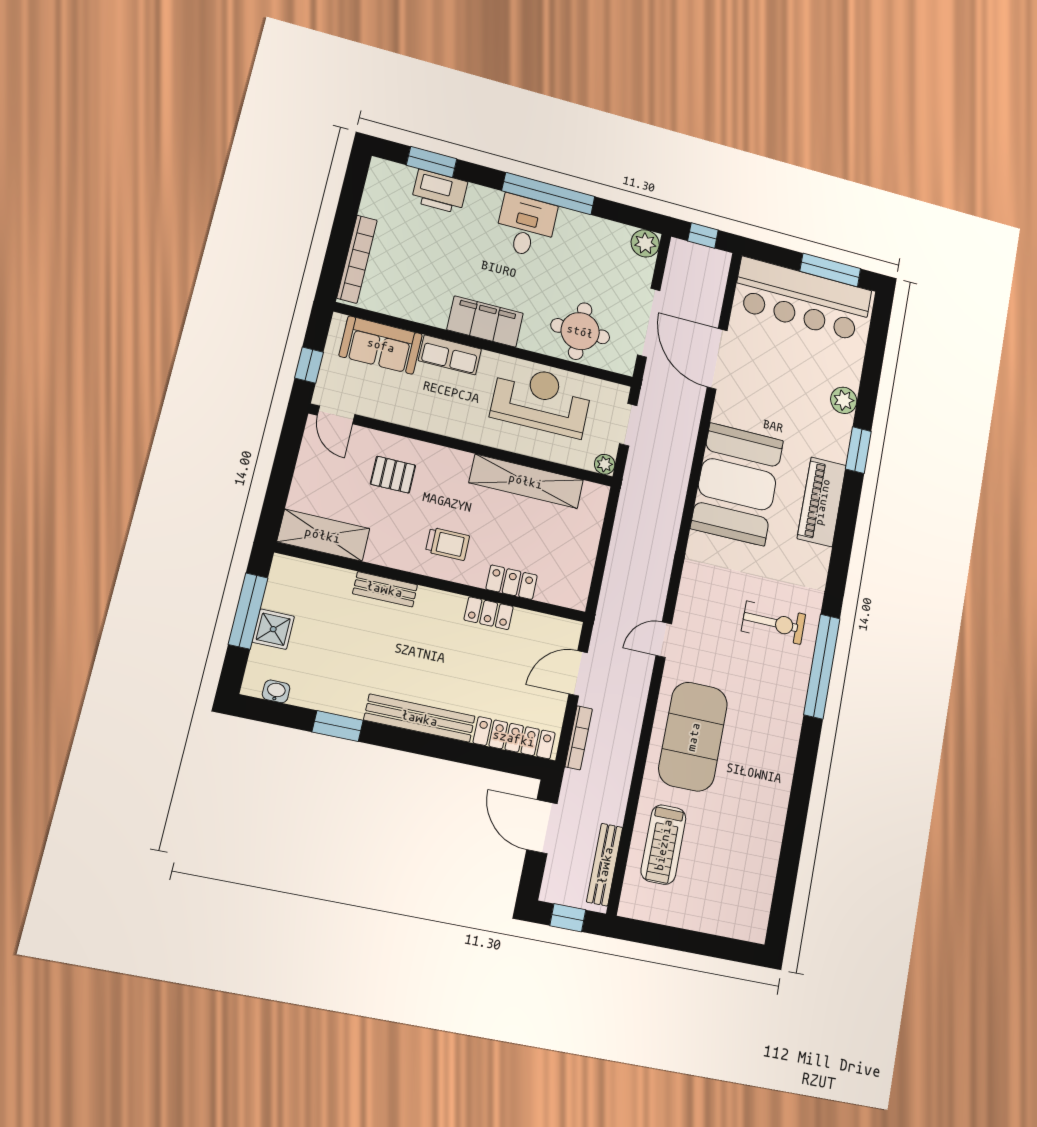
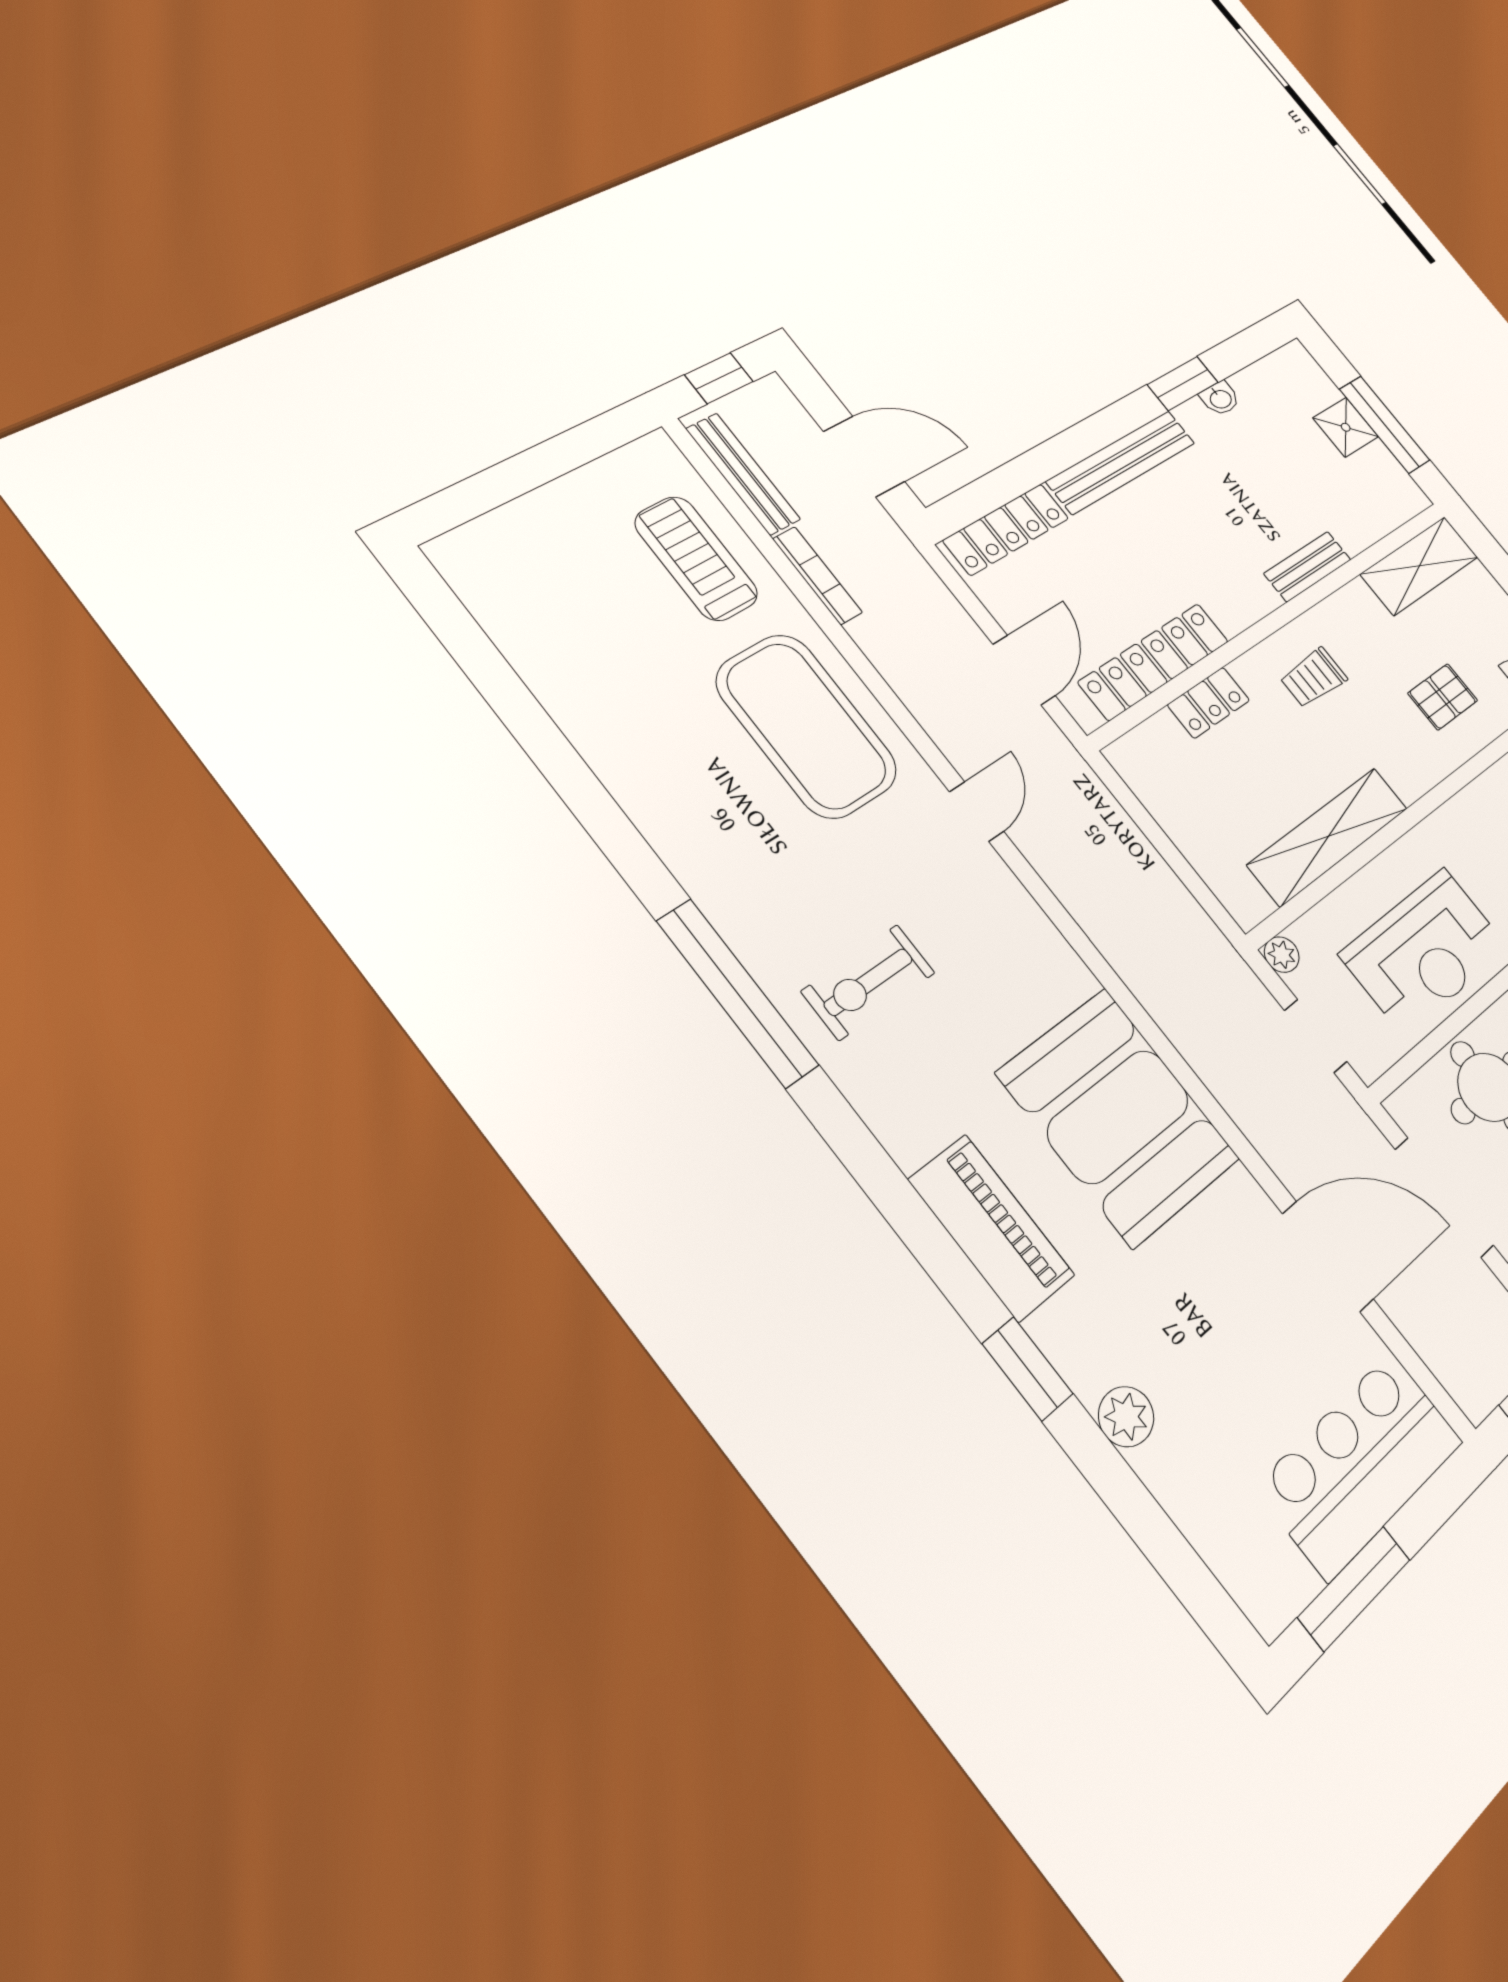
bar counter: (802, 299) -> (1360, 1464), width x0.73
locker: (489, 613) -> (1154, 661), width x2.16, depth x1.21
washbasin: (276, 691) -> (1220, 399), moved
bookcase: (579, 738) -> (818, 576), moved, turned 180

